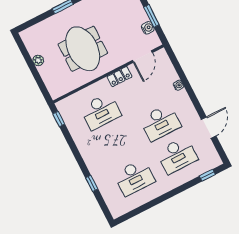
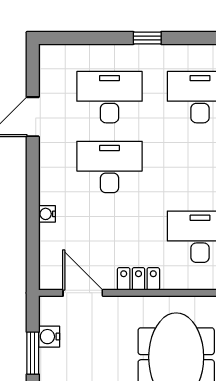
door: (142, 57) -> (83, 293), hinge flipped
window: (207, 175) -> (147, 38), moved

